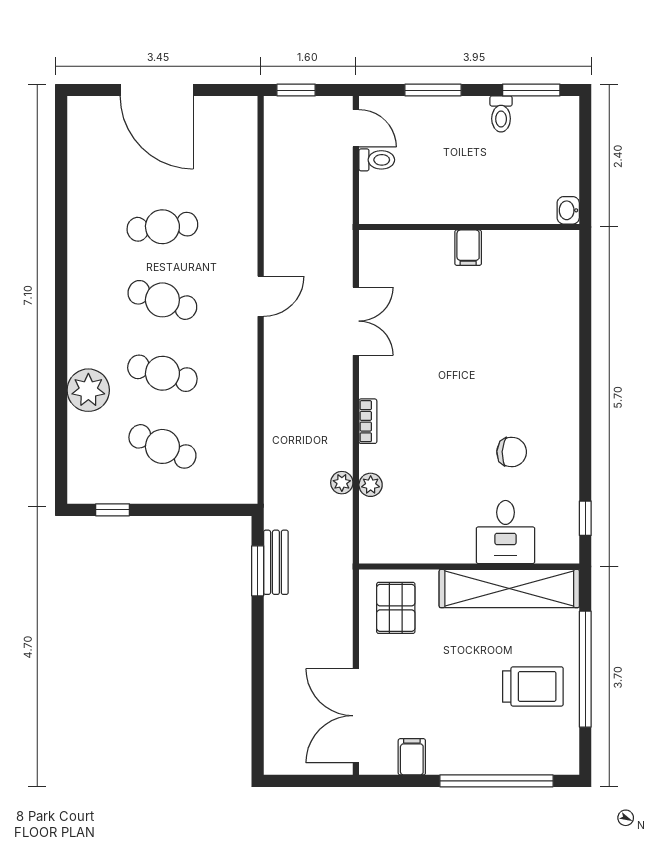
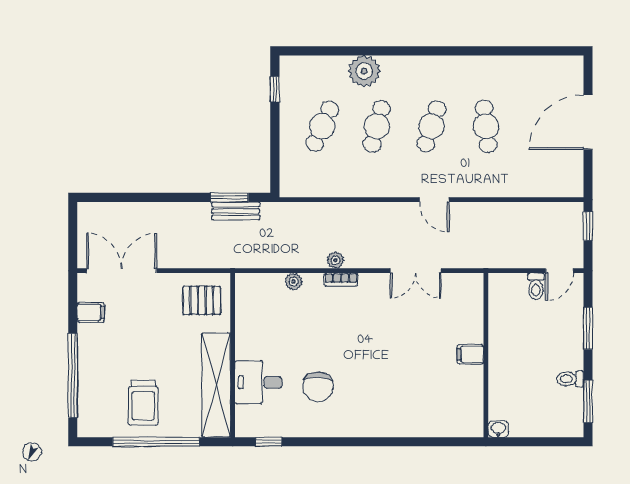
chair: (512, 452) -> (318, 387), width x1.37, depth x1.37
plant: (342, 483) -> (335, 260), moved

